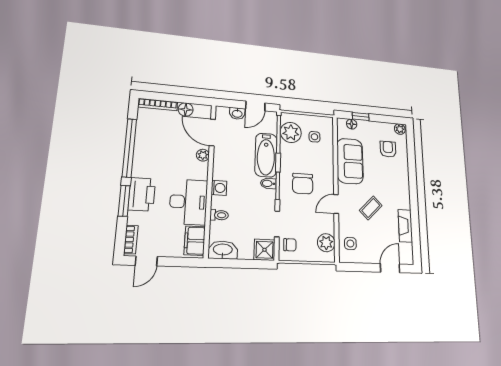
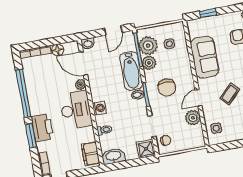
washbasin: (237, 113) -> (88, 44), moved
floor lamp: (352, 124) -> (201, 23), removed
plant: (288, 151) -> (149, 63), added
desk: (189, 202) -> (76, 110), moved
plant: (326, 243) -> (193, 118), moved

